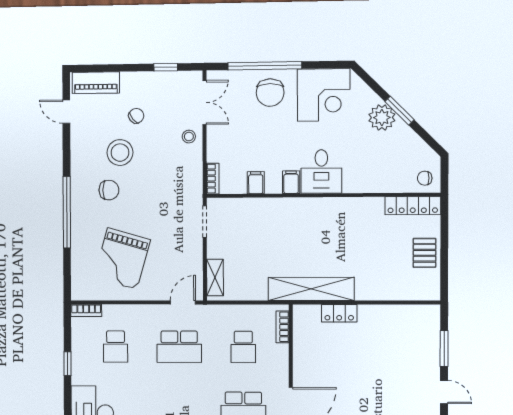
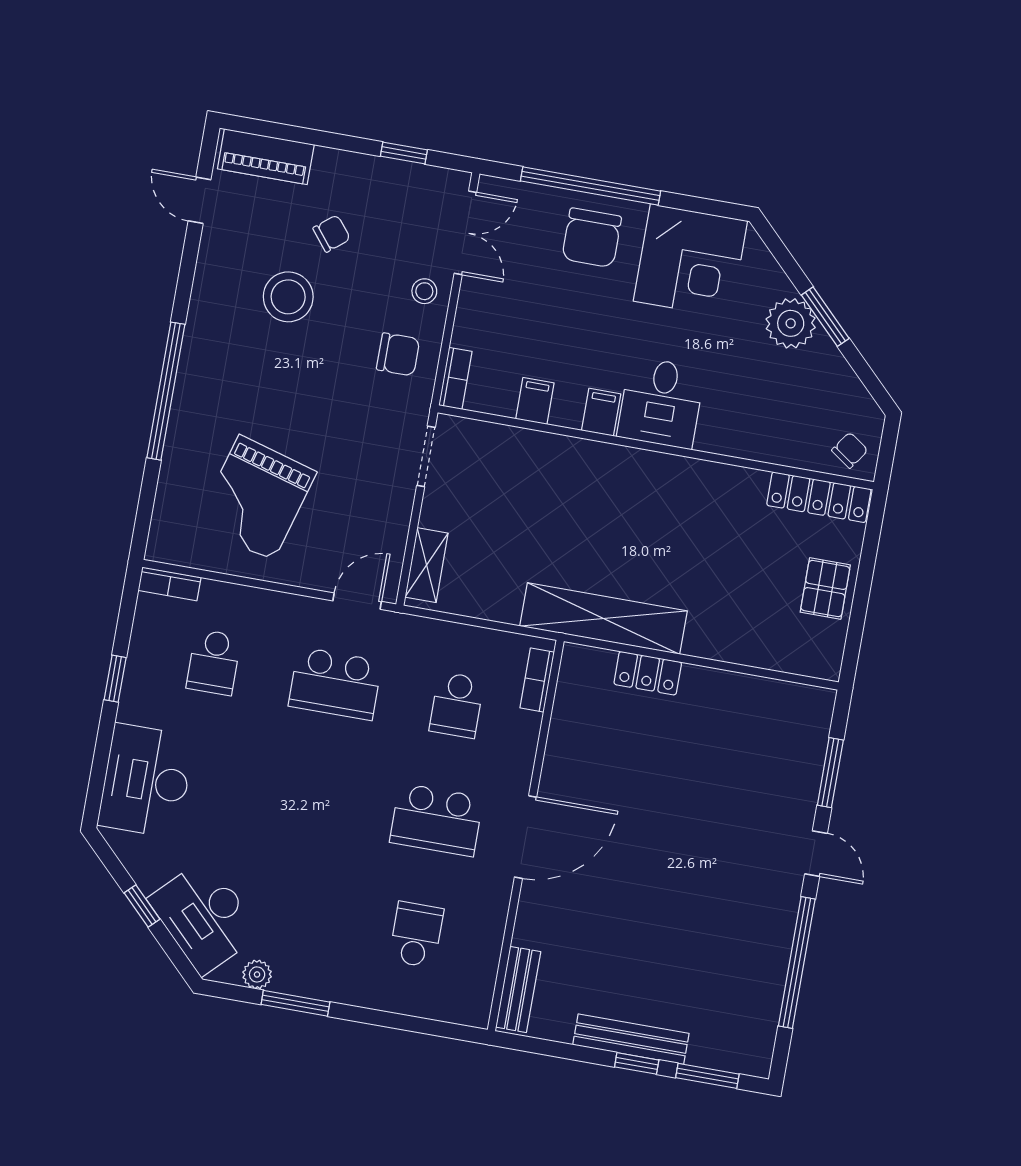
chair: (425, 178) -> (850, 450), turned 125
chair: (109, 190) -> (398, 354), moved

